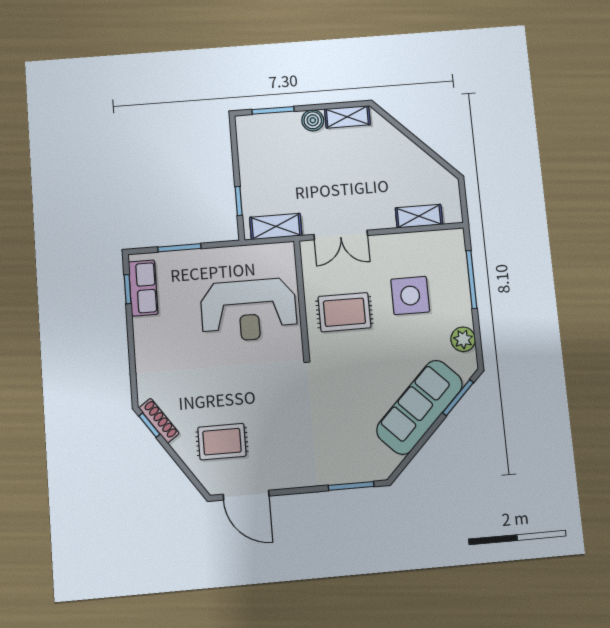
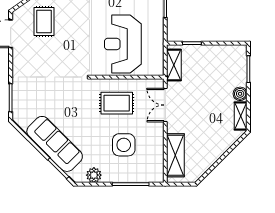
shelving: (419, 216) -> (175, 155), width x1.50, depth x1.33
rug: (344, 312) -> (117, 103), turned 90

